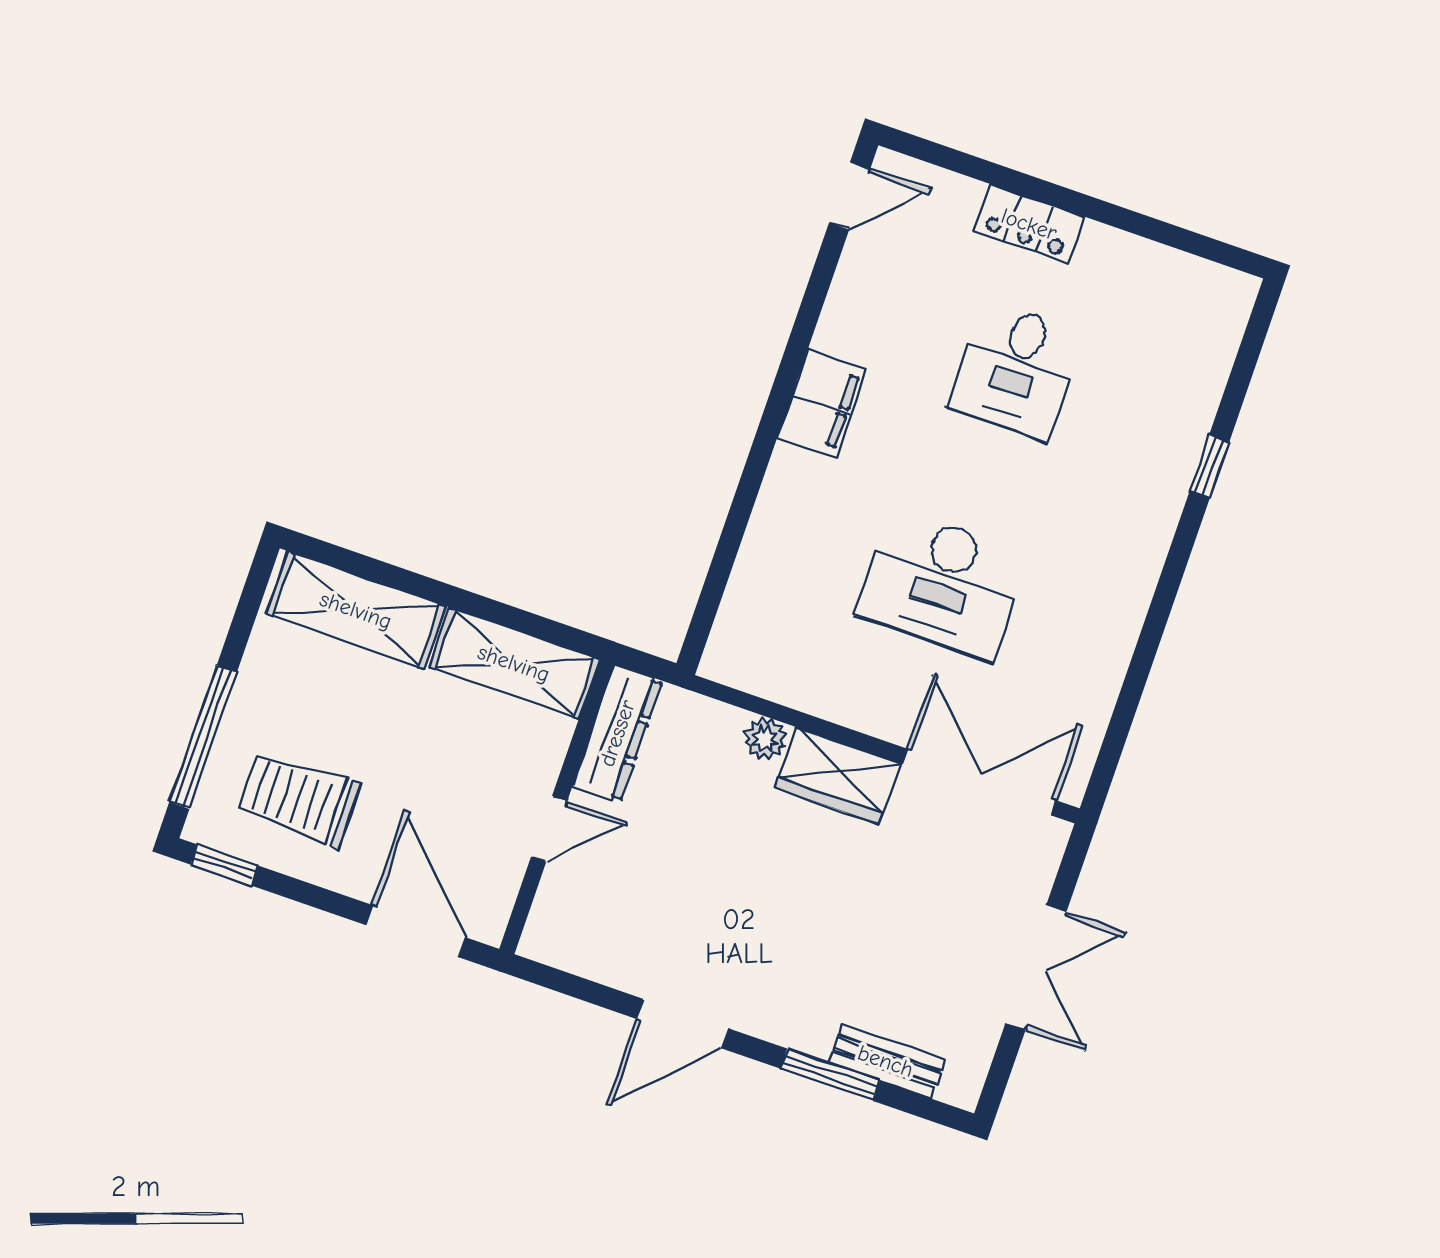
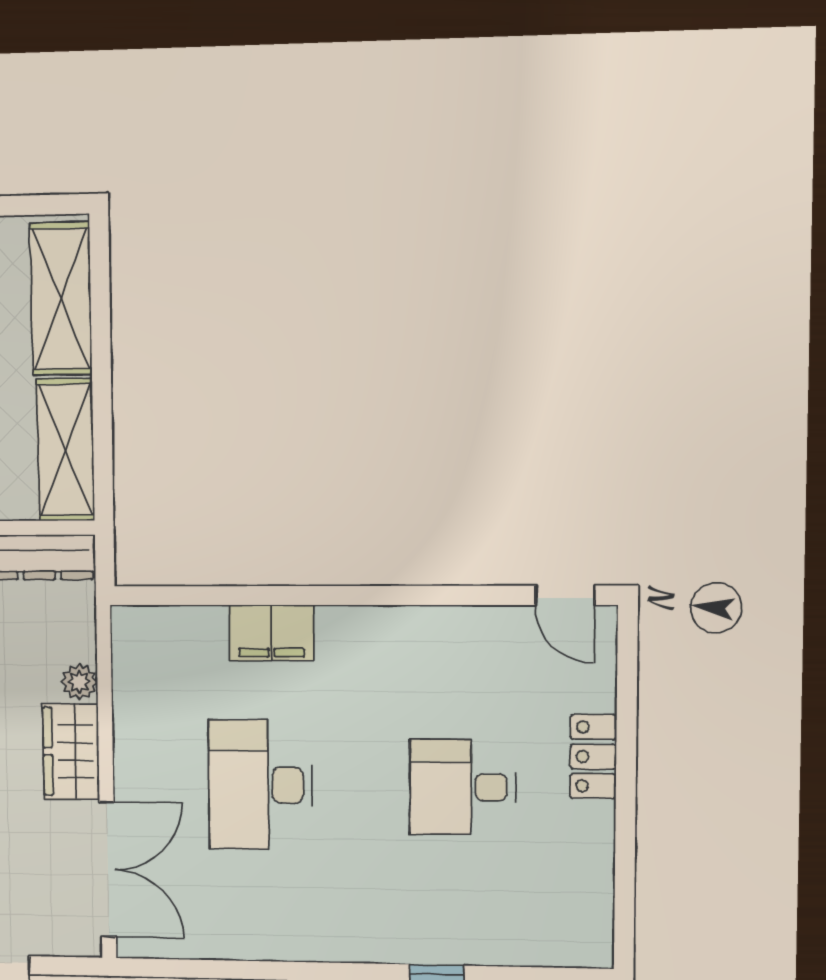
filing cabinet: (822, 404) -> (271, 633), moved

